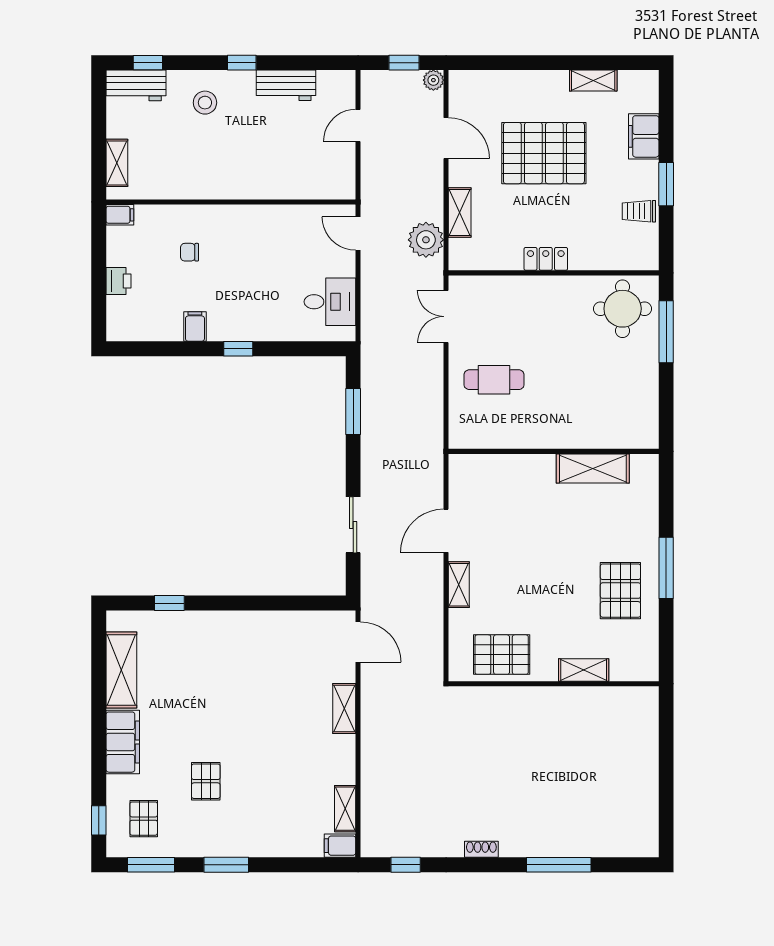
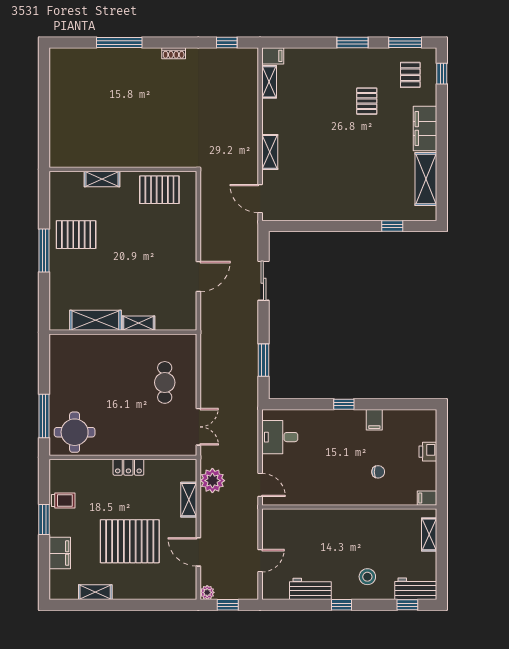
cafe table: (494, 380) -> (165, 382), turned 90
shelving: (459, 585) -> (139, 323), moved, turned 90
pallet: (620, 591) -> (76, 235), turned 90

